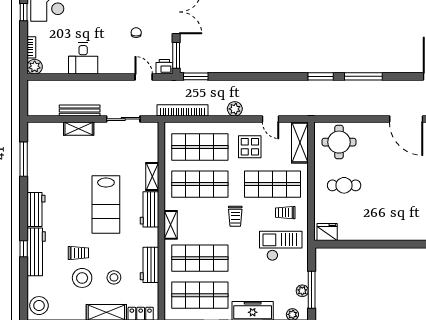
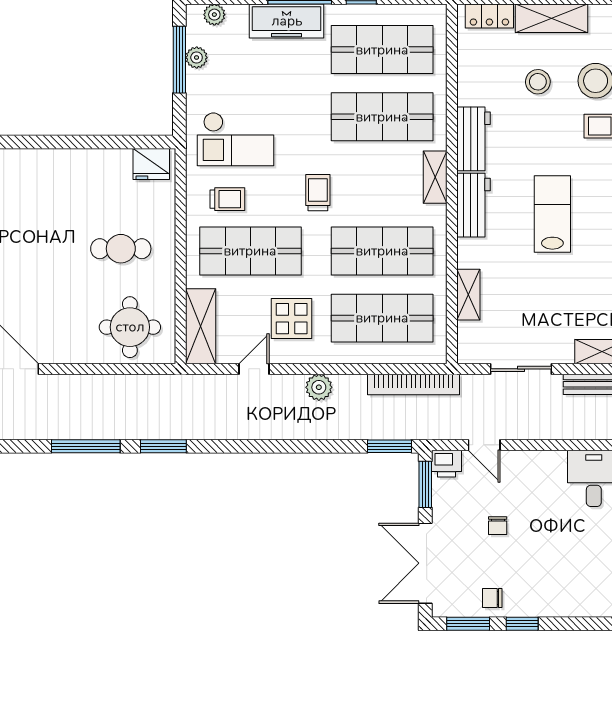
door: (271, 119) -> (254, 369), hinge flipped
shelving: (152, 176) -> (468, 295), moved
lab bench: (106, 204) -> (552, 214), width x0.73, depth x0.72
workbench: (149, 265) -> (474, 139), moved

